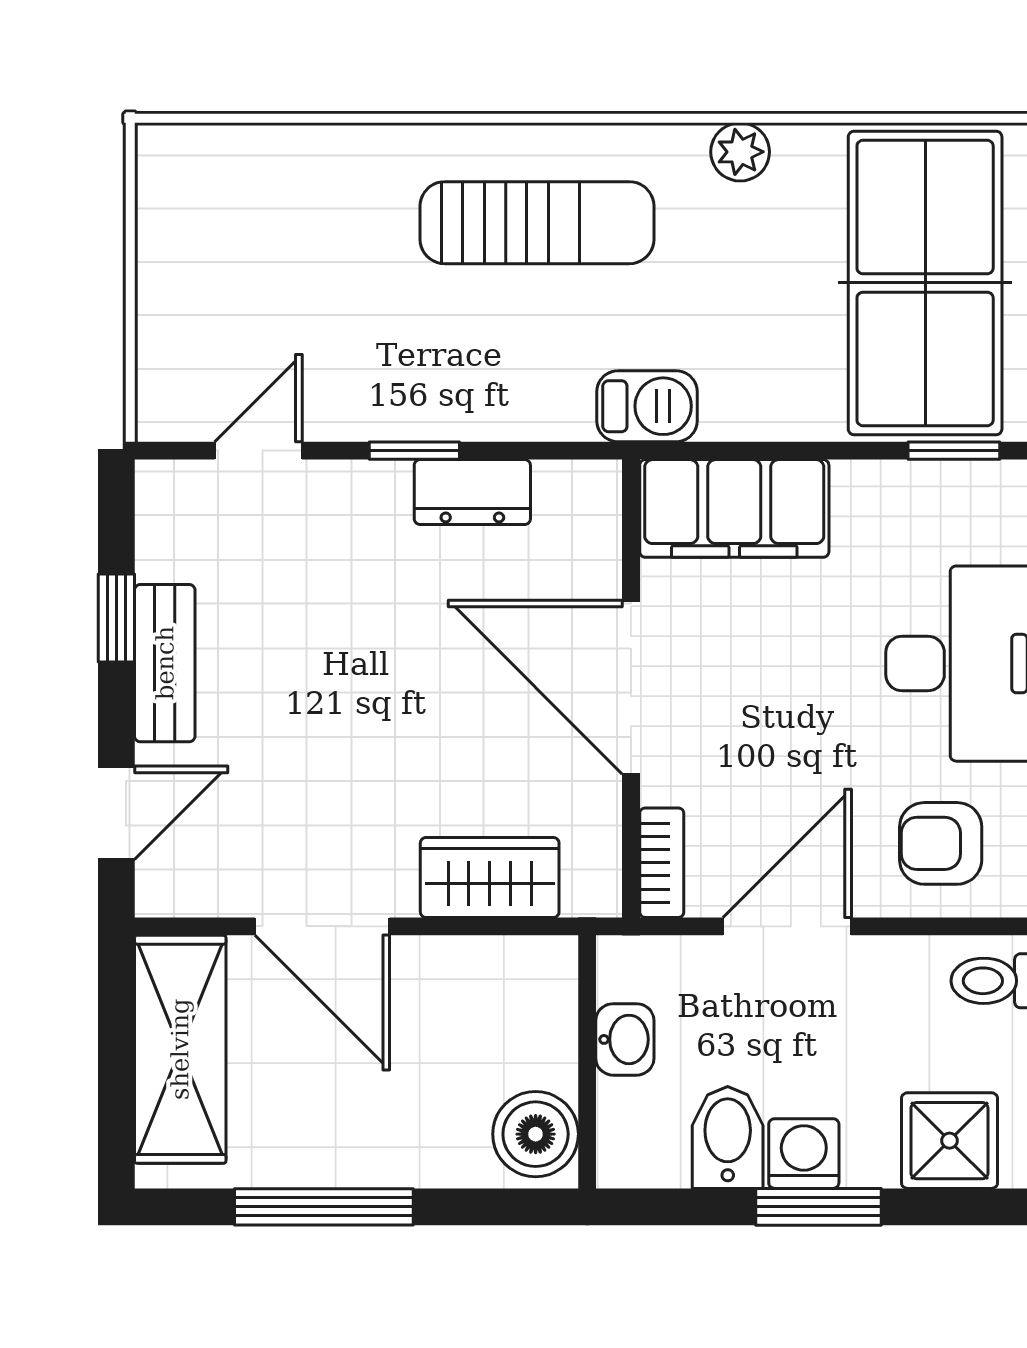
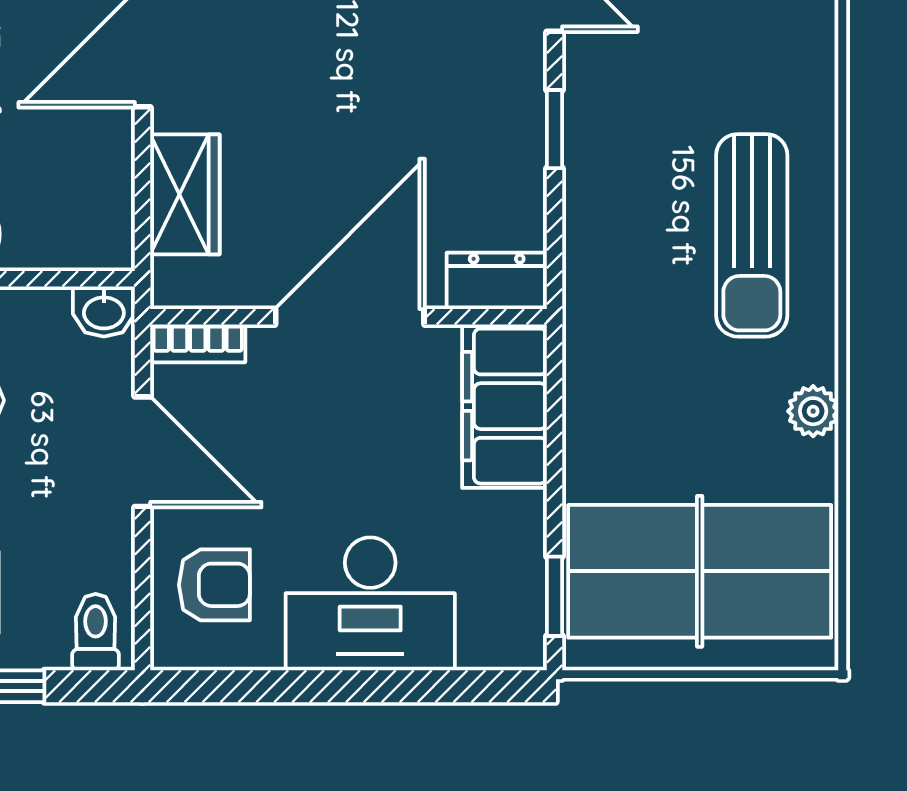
barbecue: (647, 406) -> (593, 331), removed
dresser: (472, 492) -> (497, 281), moved, turned 90
armchair: (941, 843) -> (214, 585), turned 90
washbasin: (625, 1039) -> (104, 311), moved

